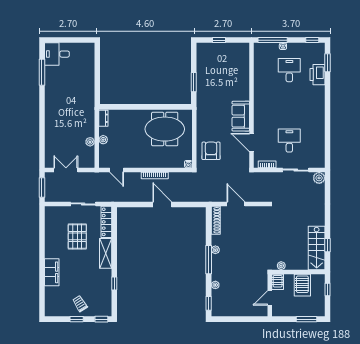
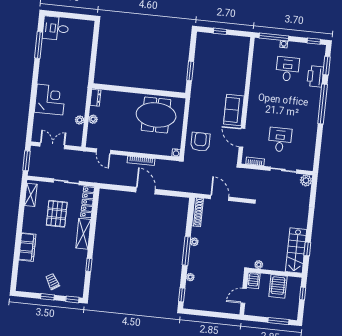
window: (327, 101) -> (323, 104), added
corner desk: (59, 125) -> (50, 100), added
shelving: (50, 221) -> (31, 195), added

